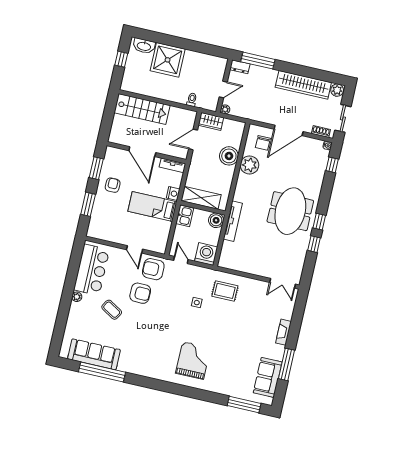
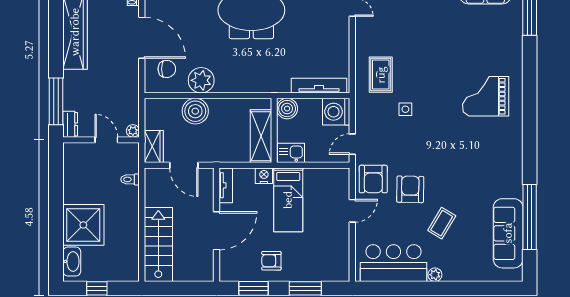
tv unit: (233, 221) -> (319, 86), moved

